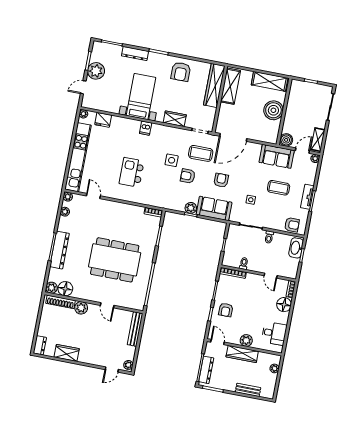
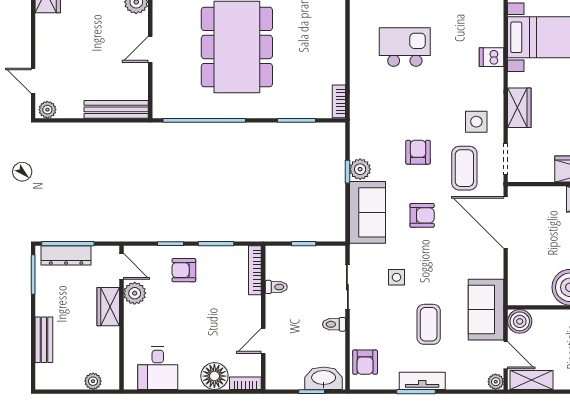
side table: (172, 160) -> (476, 122), moved
plant: (246, 340) -> (135, 293), moved
door: (217, 342) -> (121, 266), hinge flipped
wardrobe: (242, 354) -> (108, 307), width x0.67

